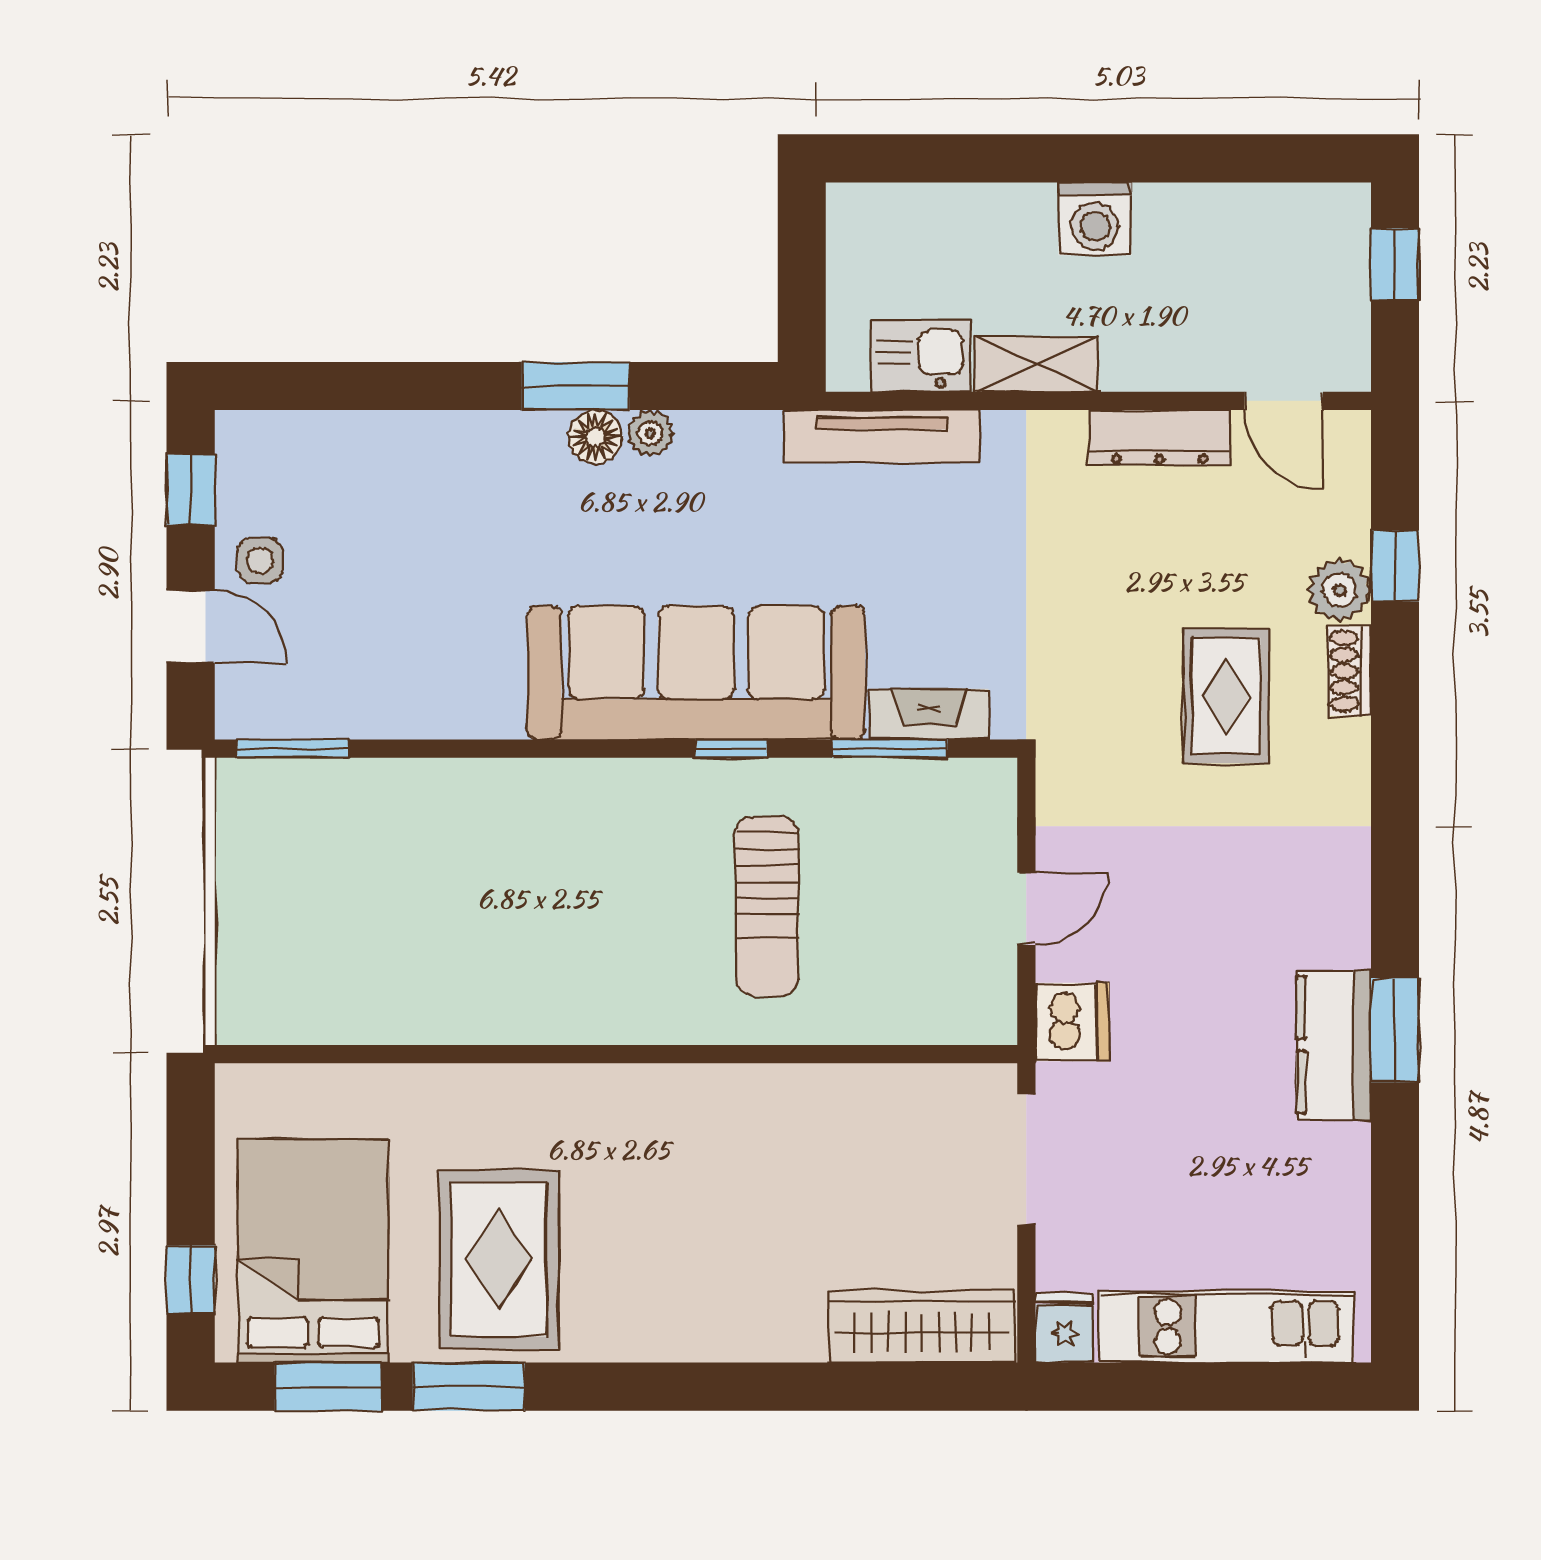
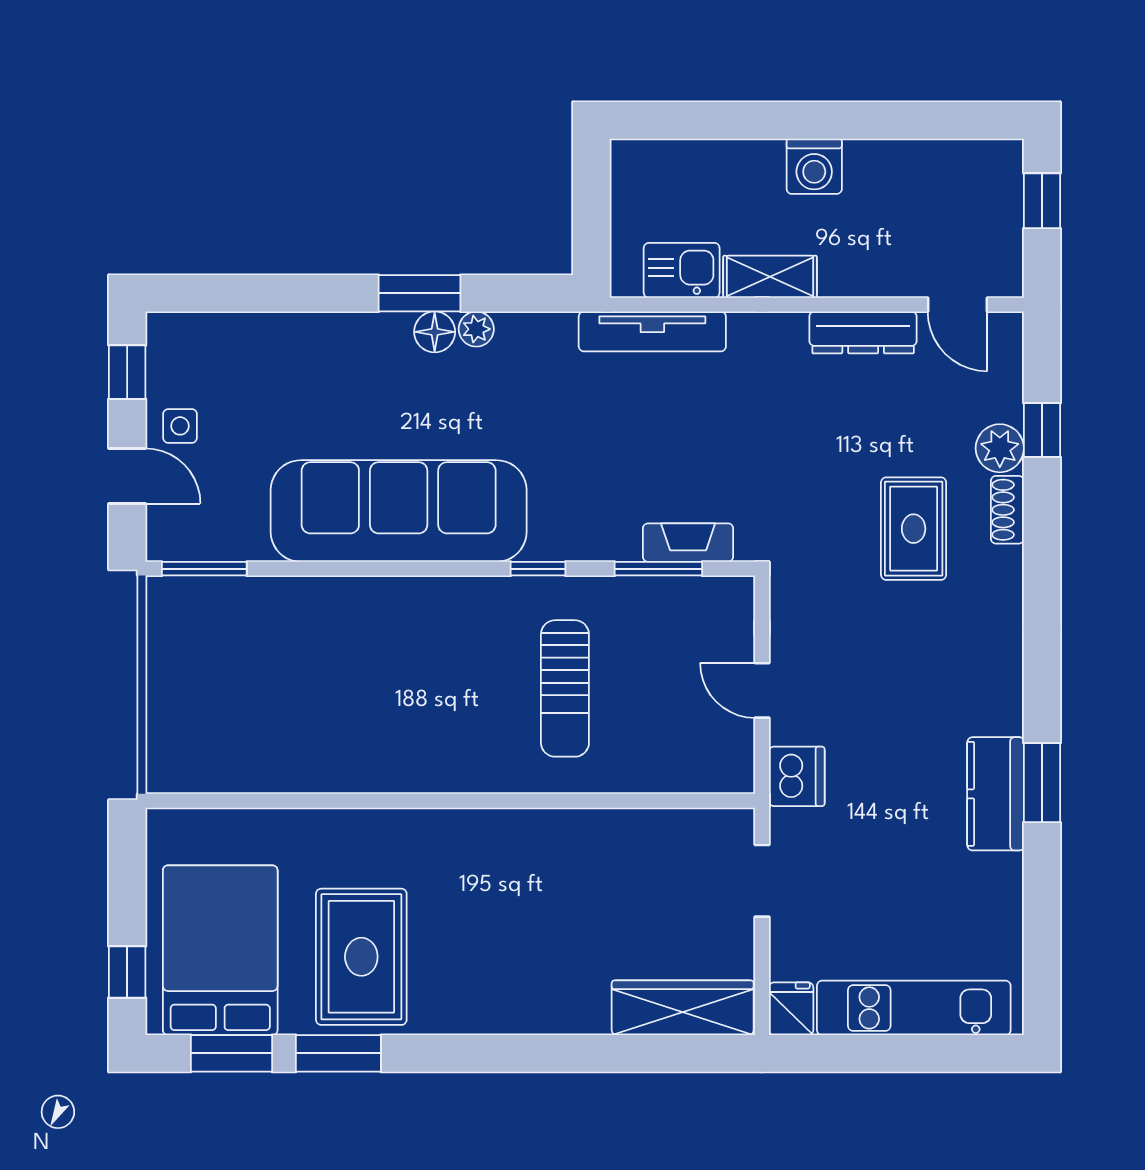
sofa: (696, 673) -> (399, 511), moved
door: (1026, 909) -> (762, 690), swing flipped
doorway: (1026, 1159) -> (762, 881), width x0.73

